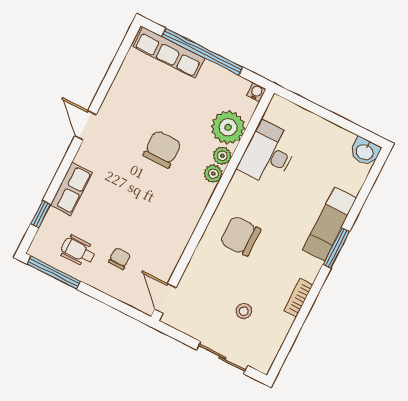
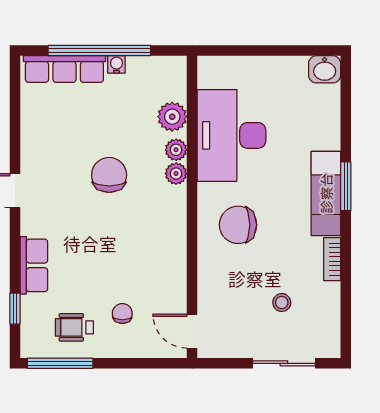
water cooler: (256, 92) -> (116, 64), moved
plant: (228, 127) -> (172, 117), width x0.73, depth x0.73
desk: (268, 154) -> (231, 135), width x1.36, depth x1.30
exam couch: (330, 224) -> (326, 193), moved

